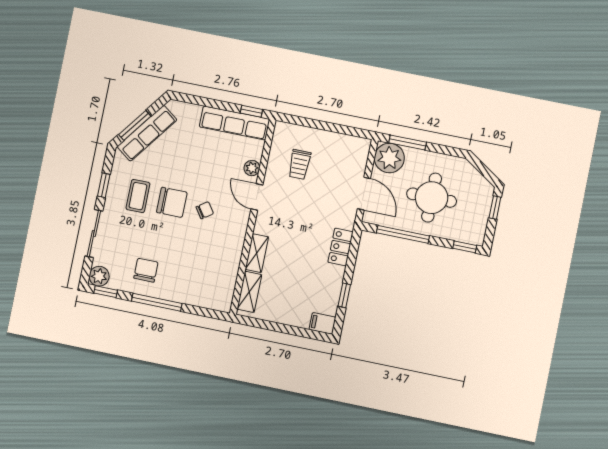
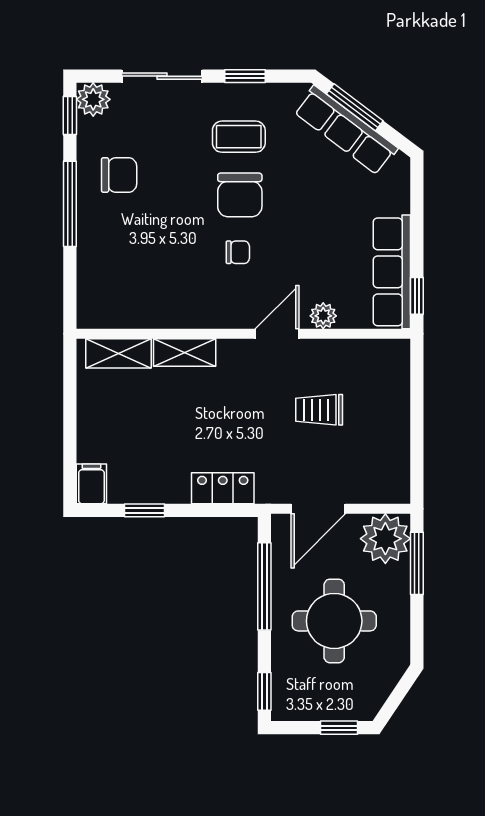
trolley: (299, 164) -> (319, 410), moved
chair: (205, 210) -> (238, 252), turned -55

